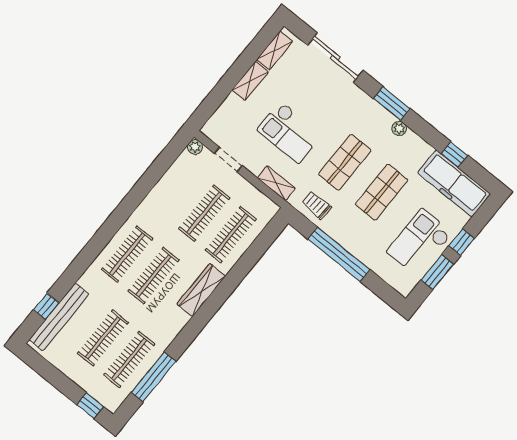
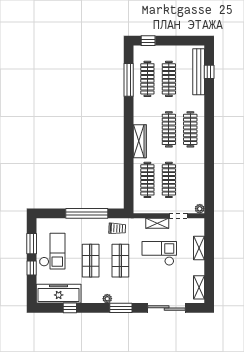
shelving: (250, 81) -> (199, 248), moved
shelving: (276, 183) -> (157, 223), moved

